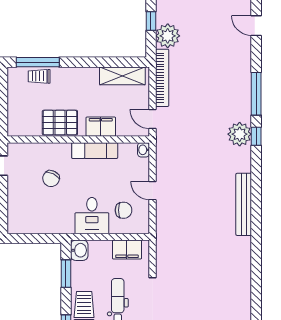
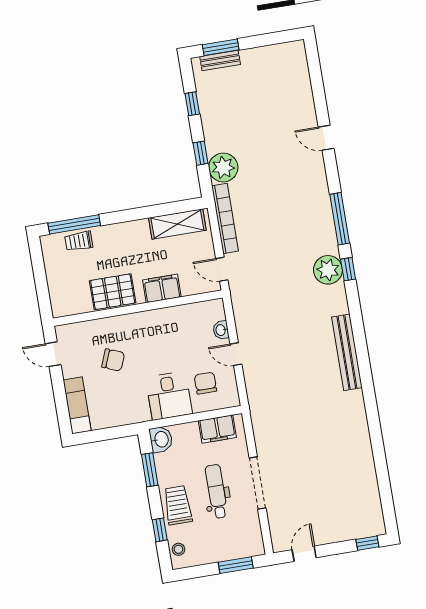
washbasin: (144, 150) -> (221, 330), moved
exam couch: (95, 151) -> (77, 405), moved, turned -90
chair: (51, 179) -> (113, 360), turned -94
chair: (124, 210) -> (205, 383), turned -90

